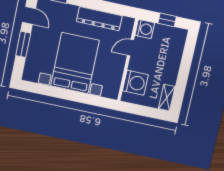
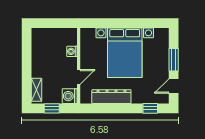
door: (29, 15) -> (174, 86), hinge flipped
washing machine: (135, 83) -> (72, 51), width x0.53, depth x0.53
shelving: (167, 98) -> (36, 90), moved

